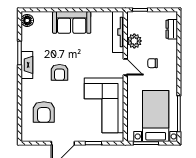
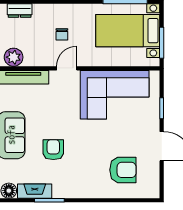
plant: (134, 41) -> (14, 57), moved
fireplace: (27, 65) -> (35, 191), moved
armchair: (60, 72) -> (53, 150), moved, turned -90

